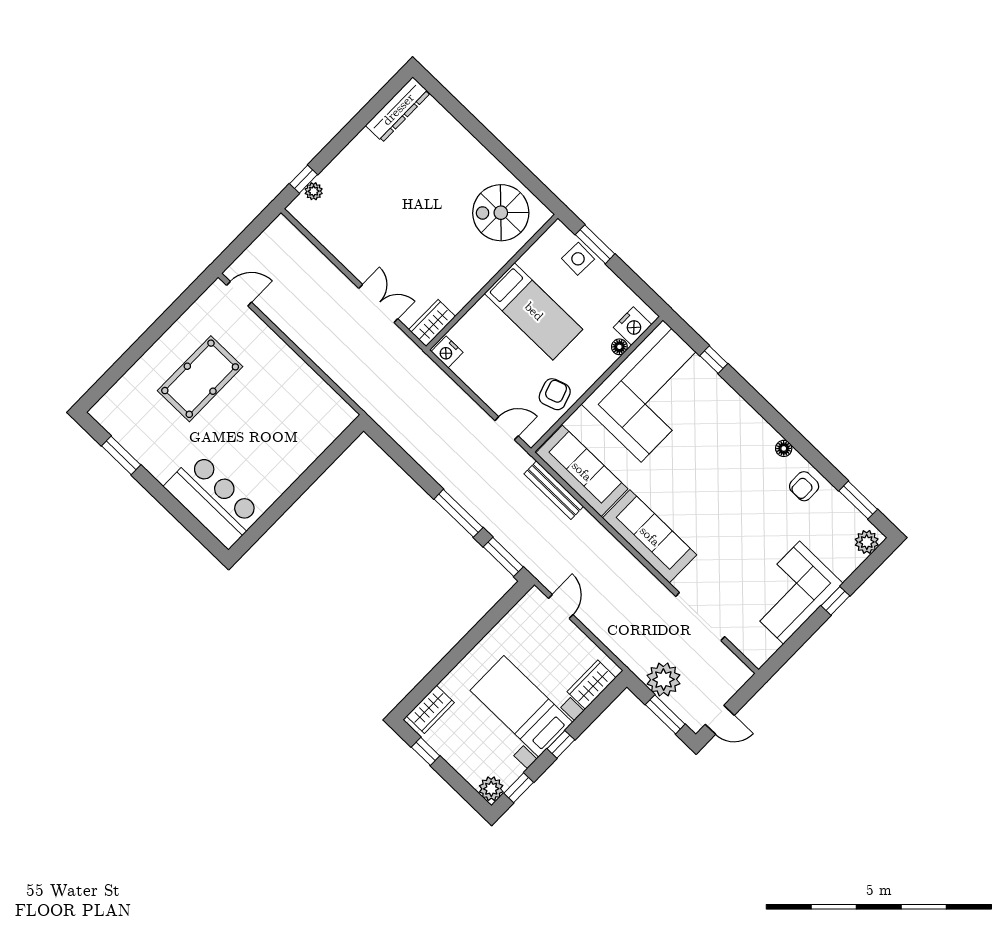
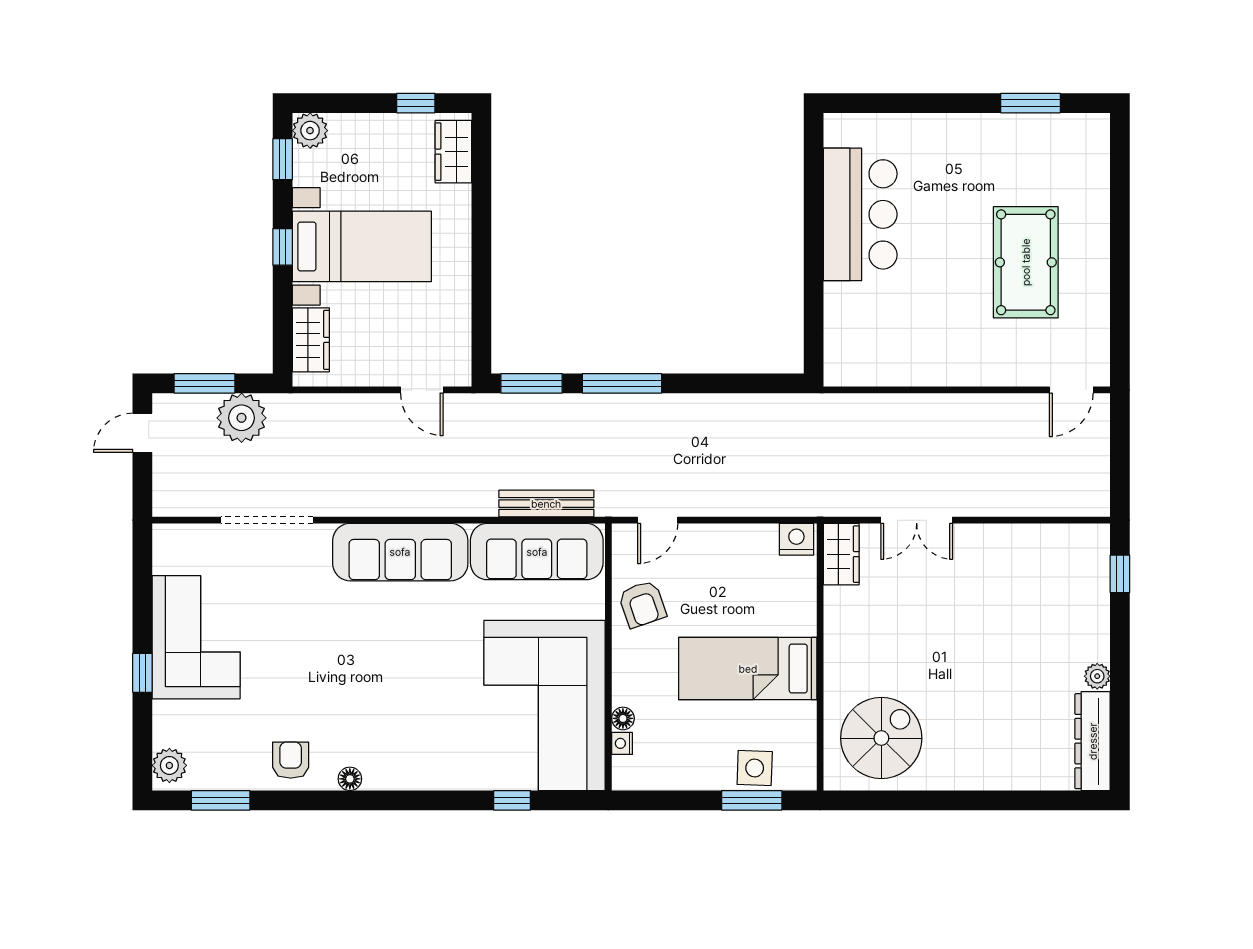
plant: (314, 191) -> (1097, 676), moved
nightstand: (632, 326) -> (622, 743), width x0.53, depth x0.56
bar counter: (213, 500) -> (860, 214), moved, turned -90

